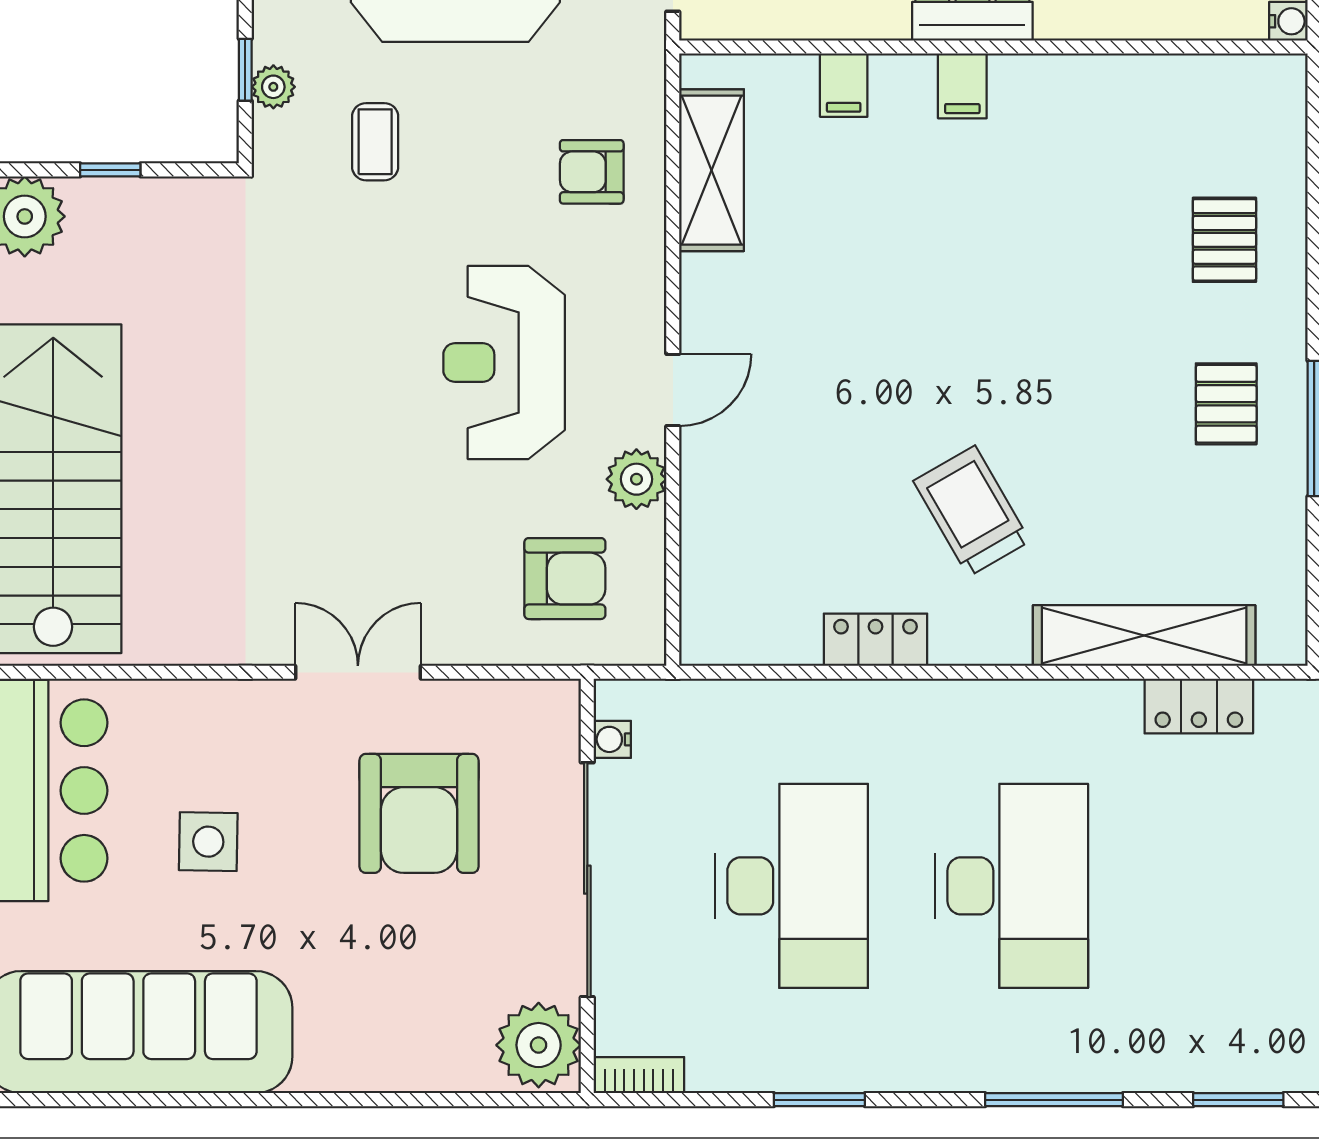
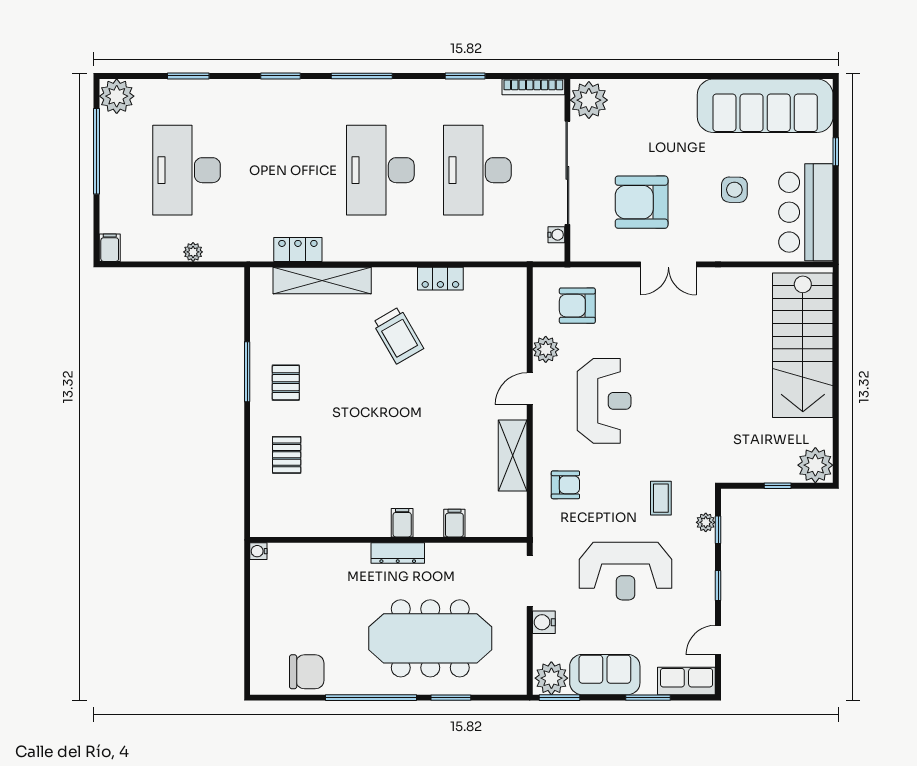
shelving: (712, 170) -> (513, 455), moved
armchair: (419, 813) -> (642, 202), turned -90
bookcase: (639, 1075) -> (533, 87), width x1.56

